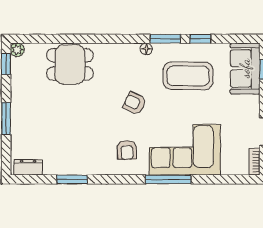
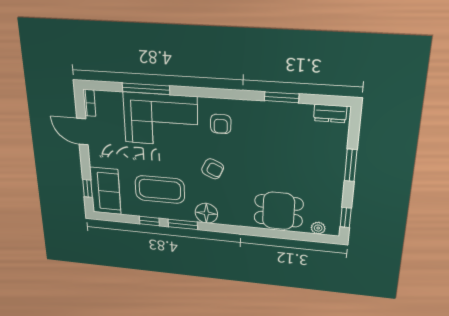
floor lamp: (146, 49) -> (206, 213), width x1.89, depth x1.89
plant: (17, 50) -> (318, 228), moved
armchair: (127, 150) -> (221, 124), turned 180
window: (168, 179) -> (146, 89), moved

